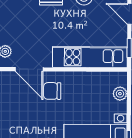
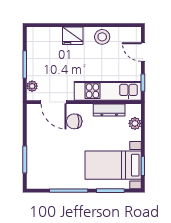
dresser: (91, 78) -> (109, 110), added

